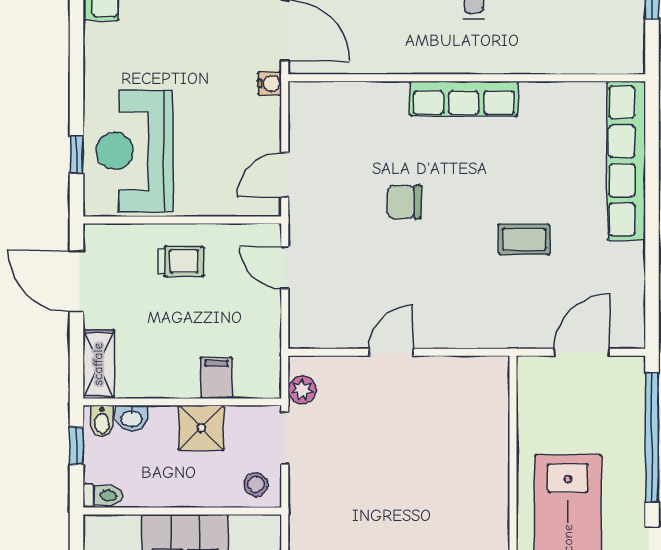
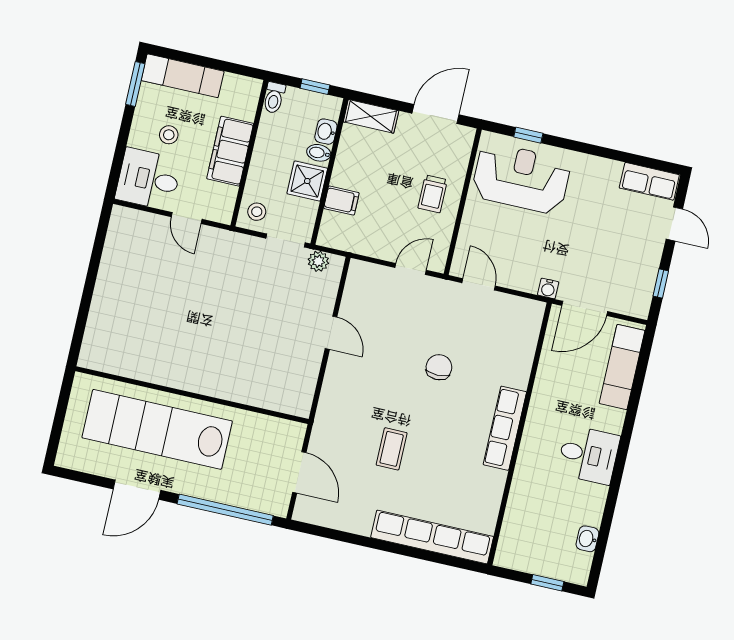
bidet: (102, 421) -> (319, 153), moved

